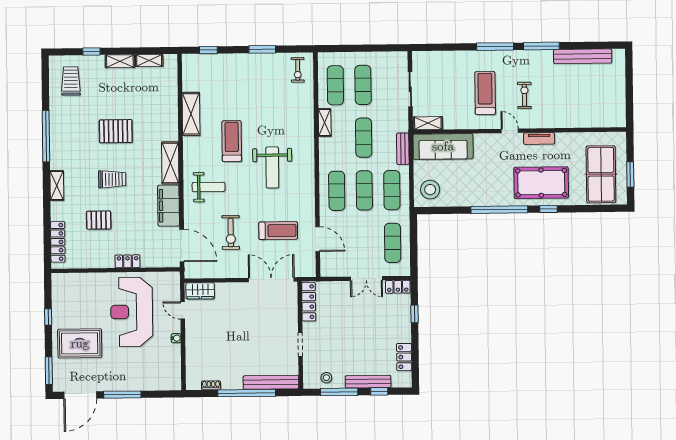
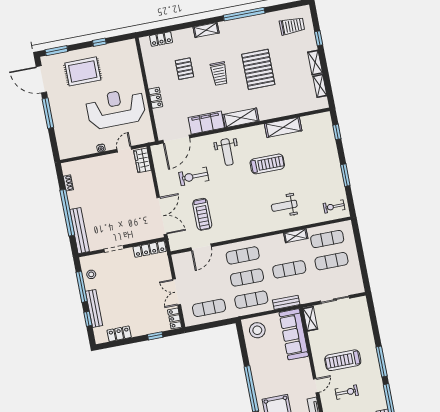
treadmill: (485, 93) -> (343, 360), turned 180
pallet: (116, 131) -> (258, 69), width x1.37, depth x1.41
weight bench: (272, 167) -> (284, 206), moved, width x0.73, depth x0.75
locker: (58, 242) -> (161, 39), width x0.66
rug: (80, 343) -> (83, 71), turned 90

